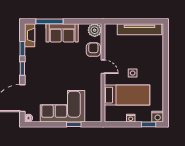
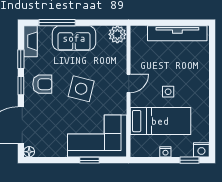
armchair: (93, 50) -> (42, 84), moved, turned 90
door: (103, 67) -> (129, 83), hinge flipped
side table: (67, 71) -> (81, 89), added
corner sofa: (62, 106) -> (97, 136), moved

